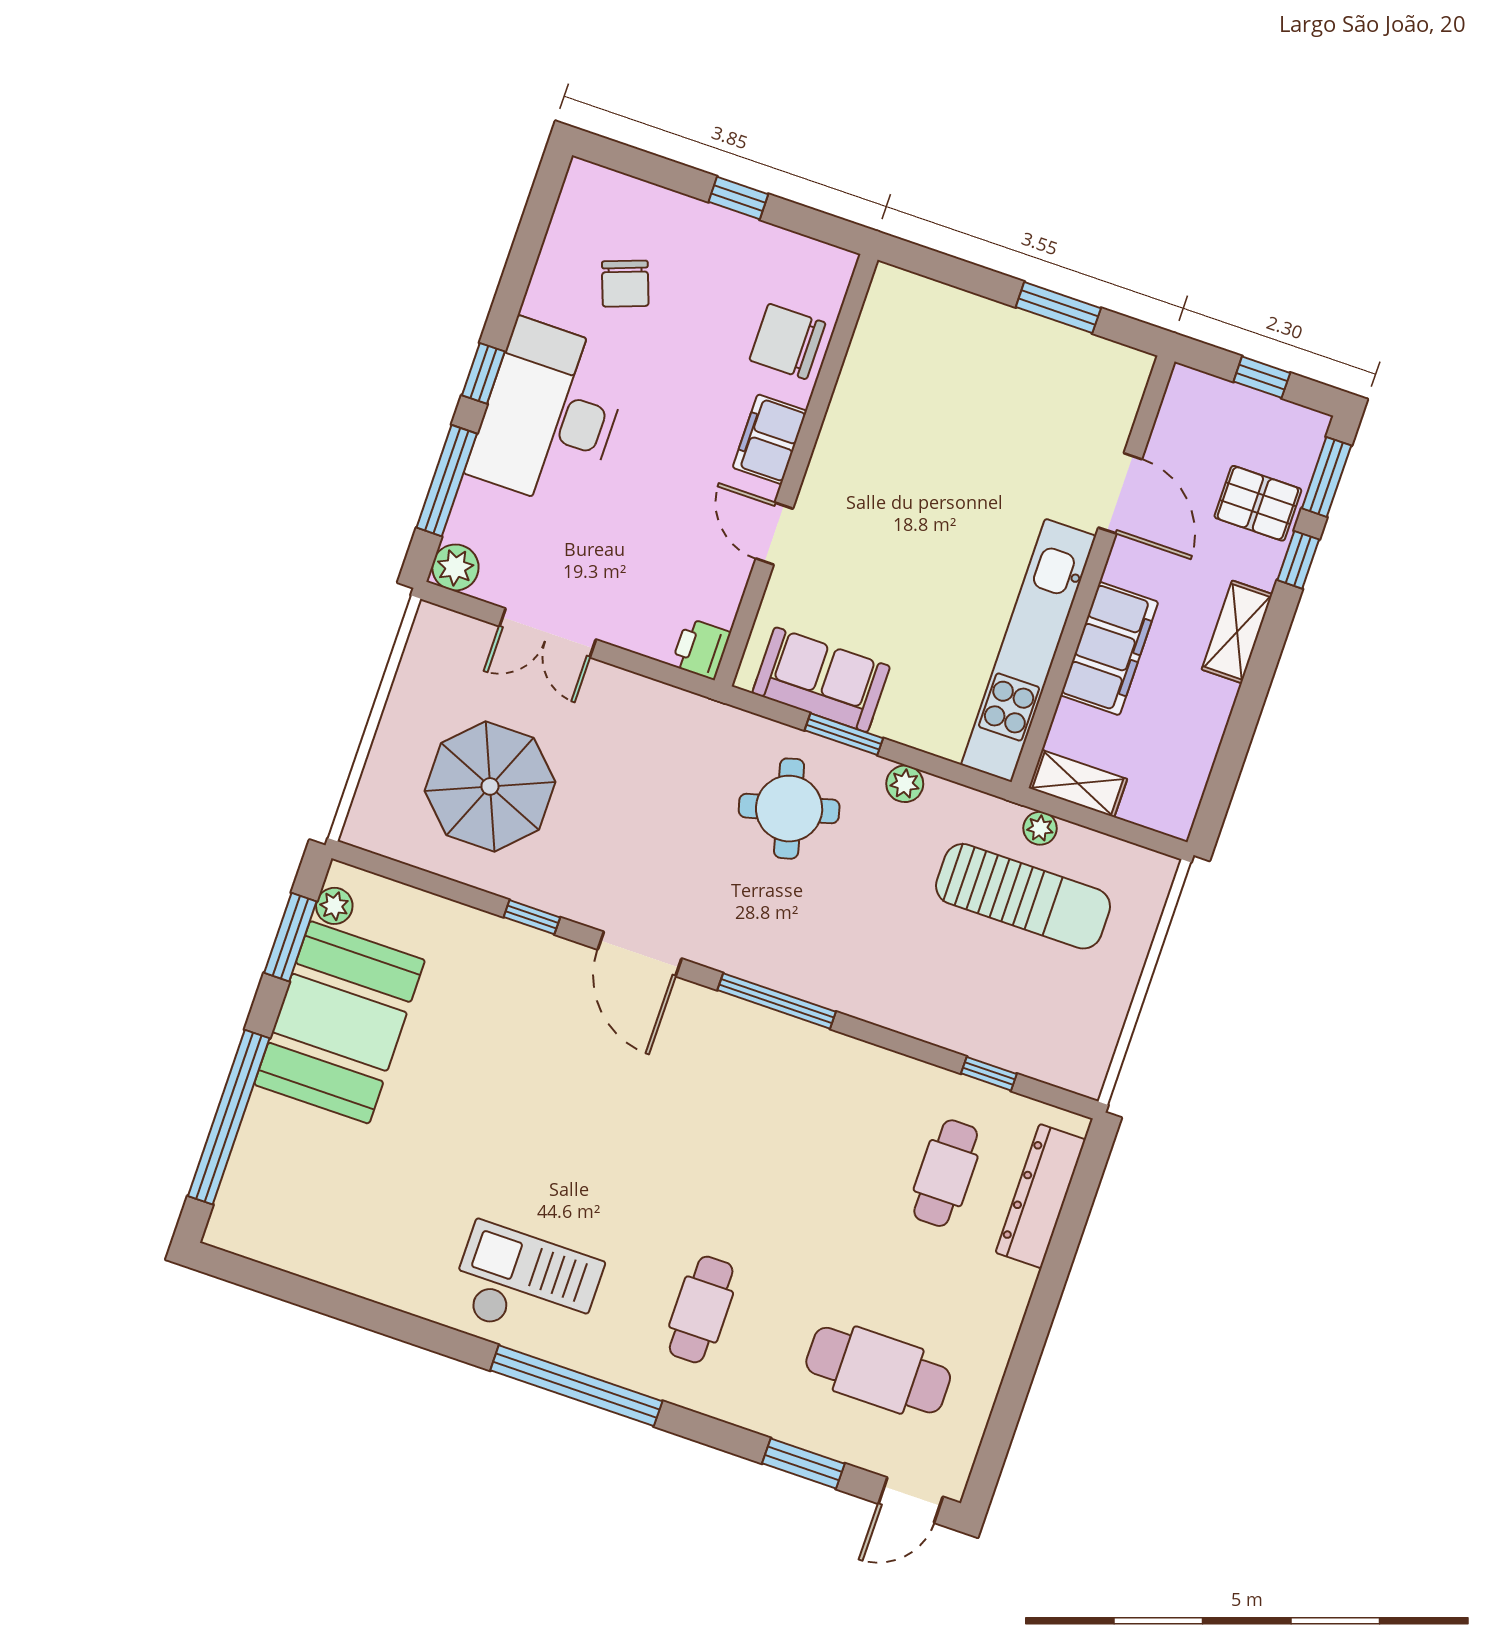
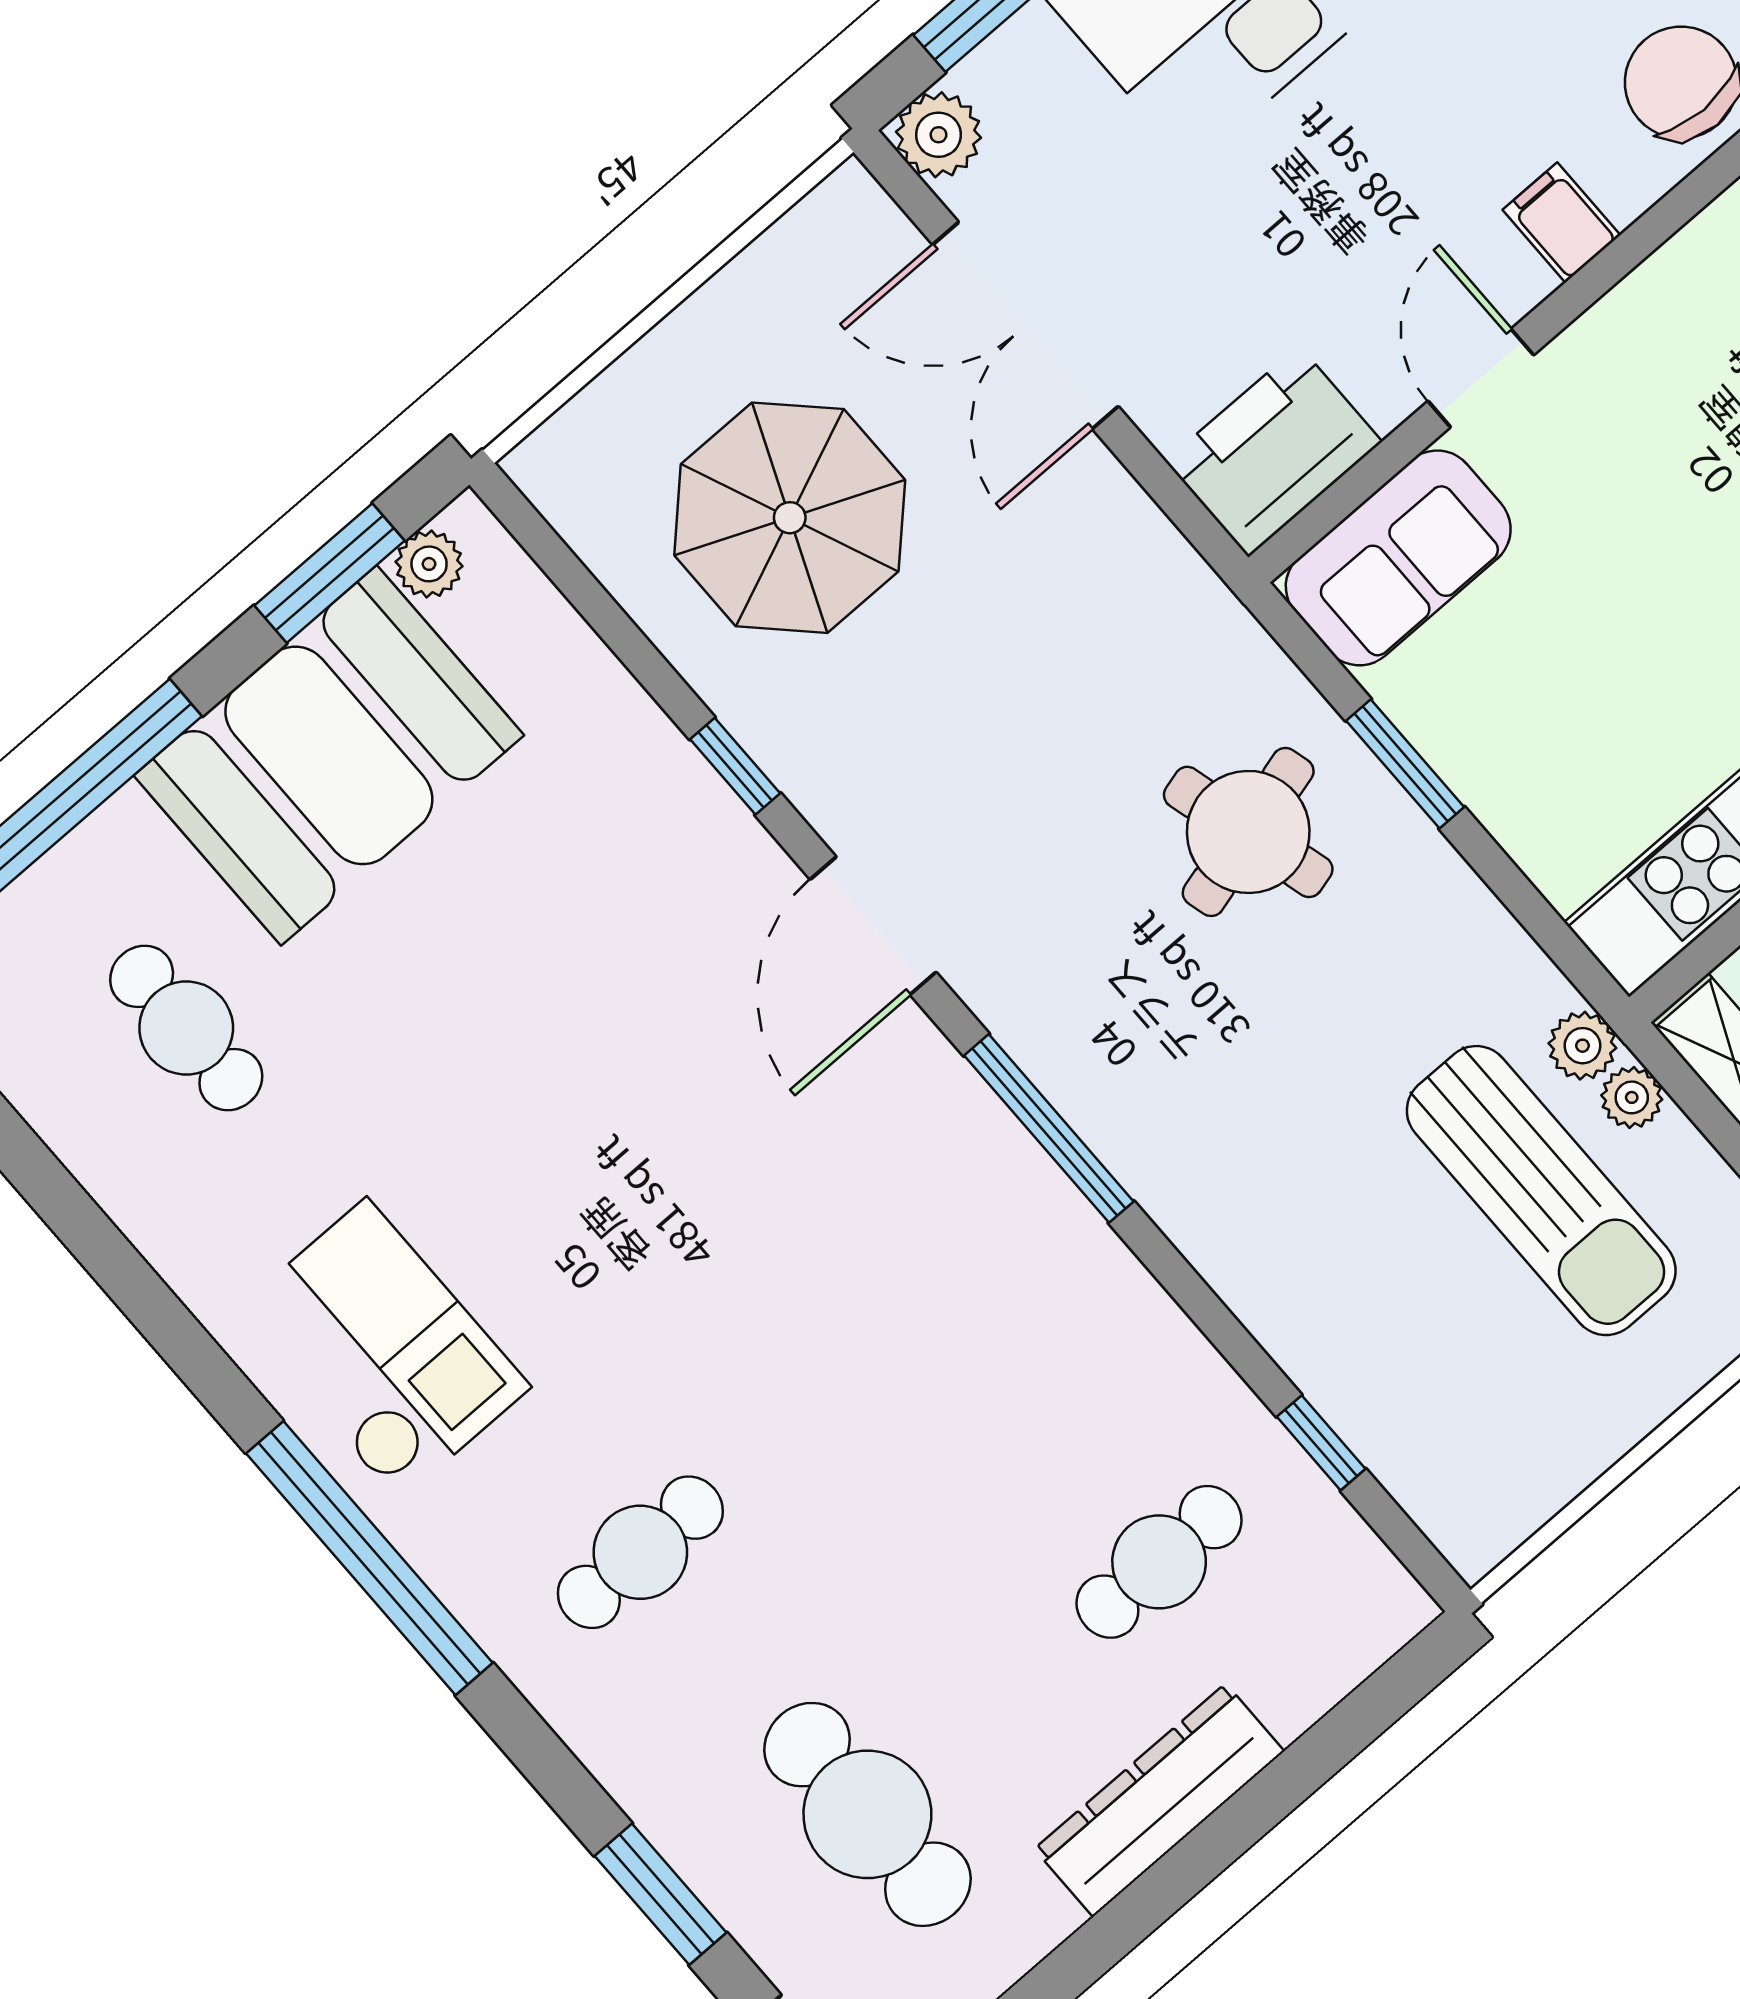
filing cabinet: (770, 439) -> (1561, 223), width x0.50
double door: (548, 633) -> (1025, 326), width x1.37
printer: (701, 649) -> (1274, 451), width x1.87, depth x1.48
sofa: (821, 680) -> (1398, 558), moved, turned 90
plant: (905, 784) -> (1582, 1046), moved
cafe table: (347, 1188) -> (186, 1028), added
dresser: (1041, 1196) -> (1159, 1800), moved

